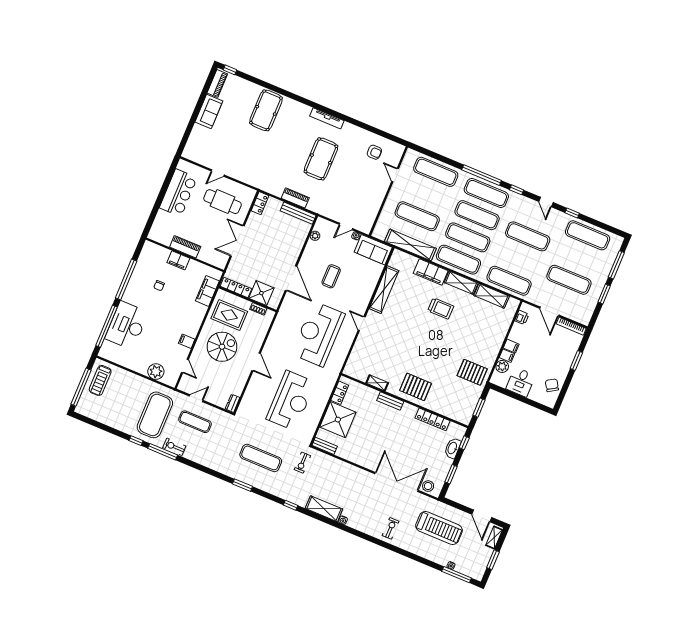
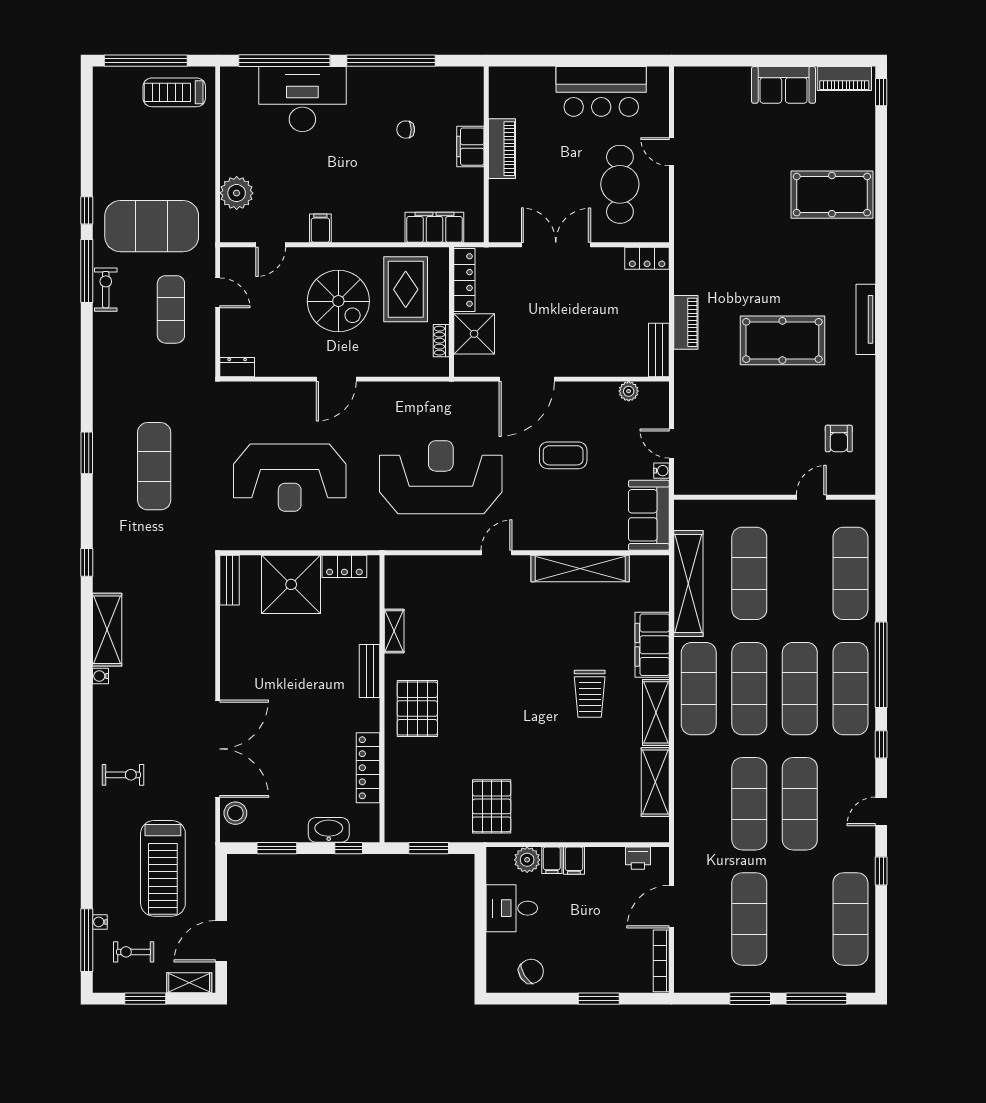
bench: (298, 213) -> (659, 350), width x0.73
exercise mat: (509, 281) -> (749, 804), moved
exercise bike: (302, 463) -> (134, 952), moved

